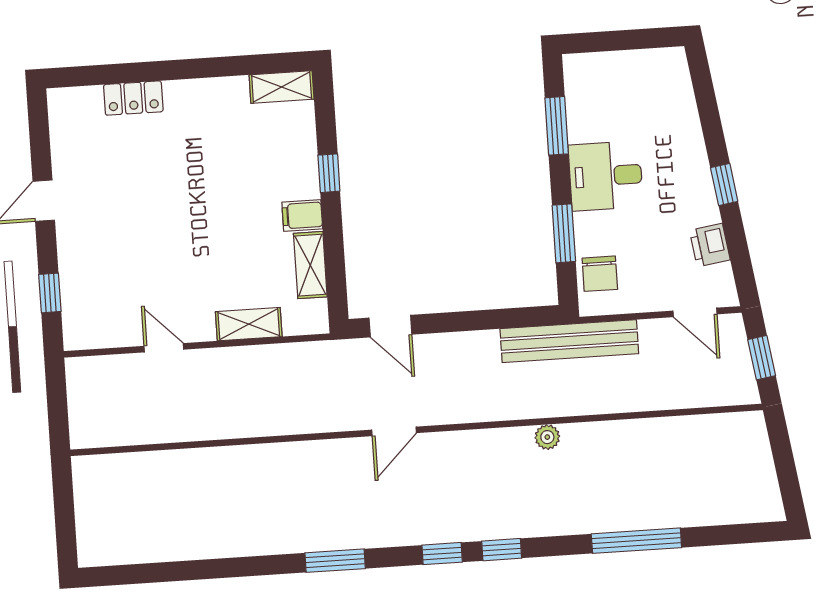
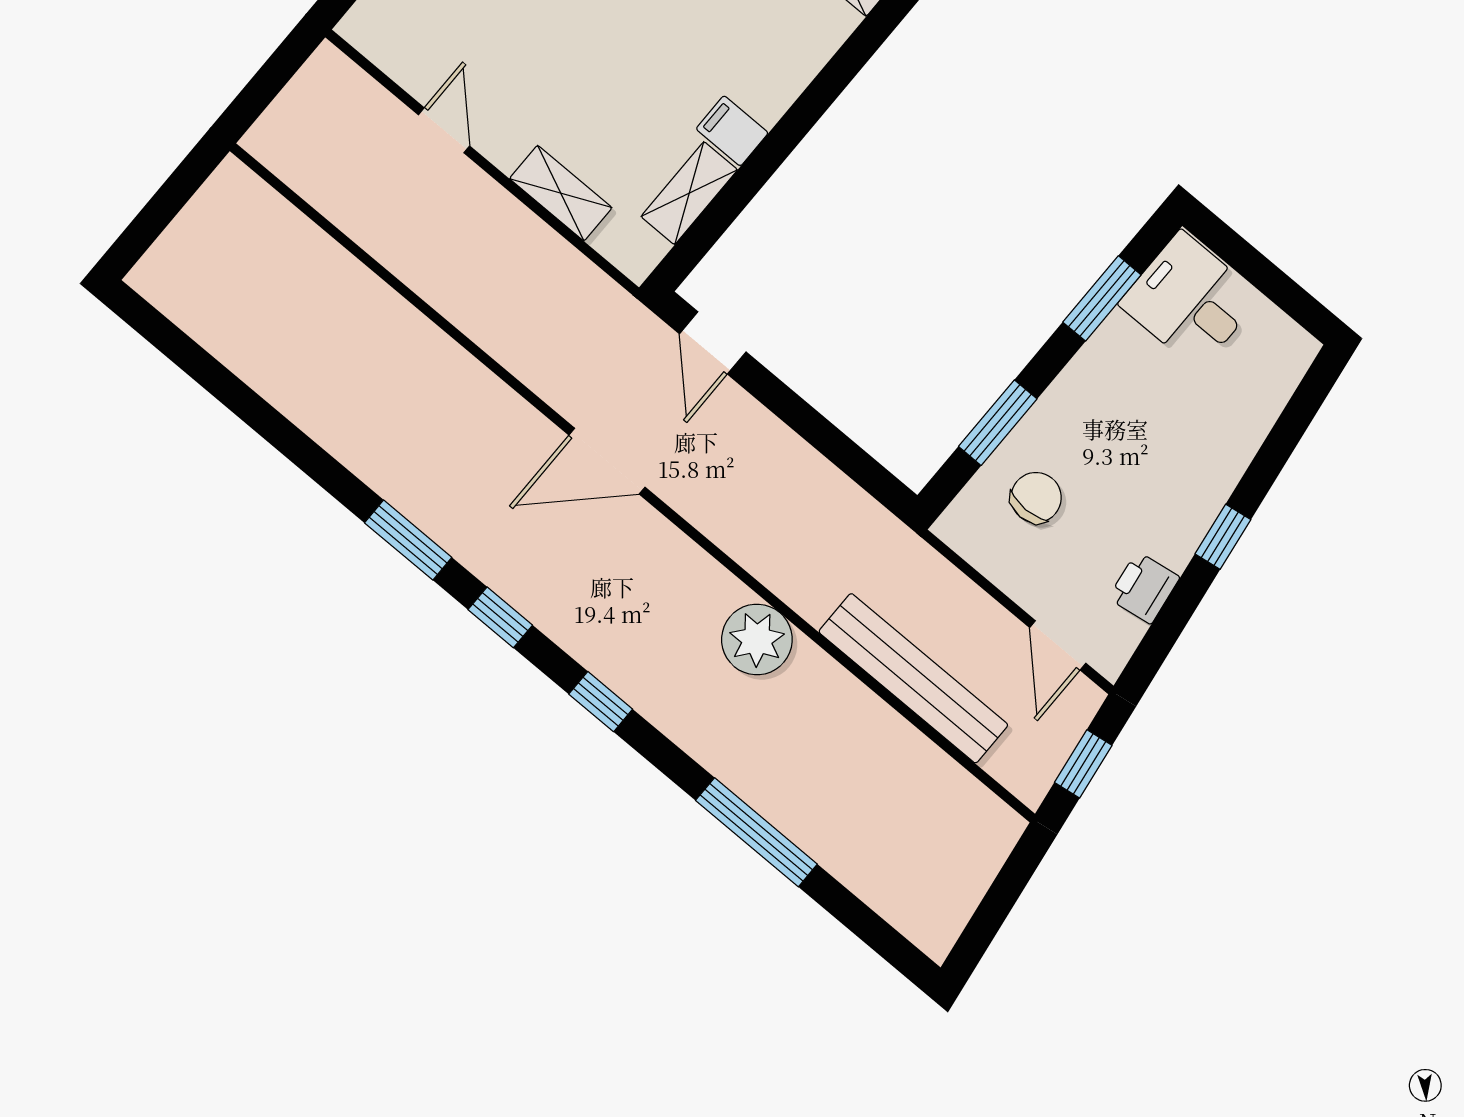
window: (329, 173) -> (805, 113), removed
desk: (606, 176) -> (1190, 301), moved
chair: (600, 274) -> (1036, 498), moved, turned 180
bench: (569, 341) -> (913, 678), moved
door: (394, 431) -> (607, 461), width x1.38
plant: (547, 437) -> (757, 639), width x1.88, depth x1.88
window: (442, 554) -> (500, 617), moved

